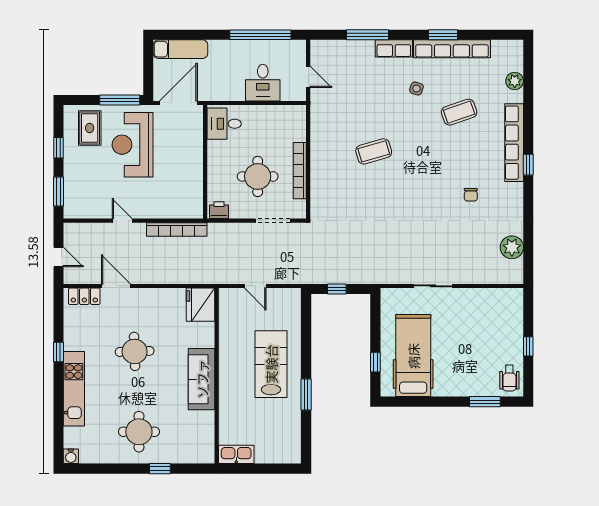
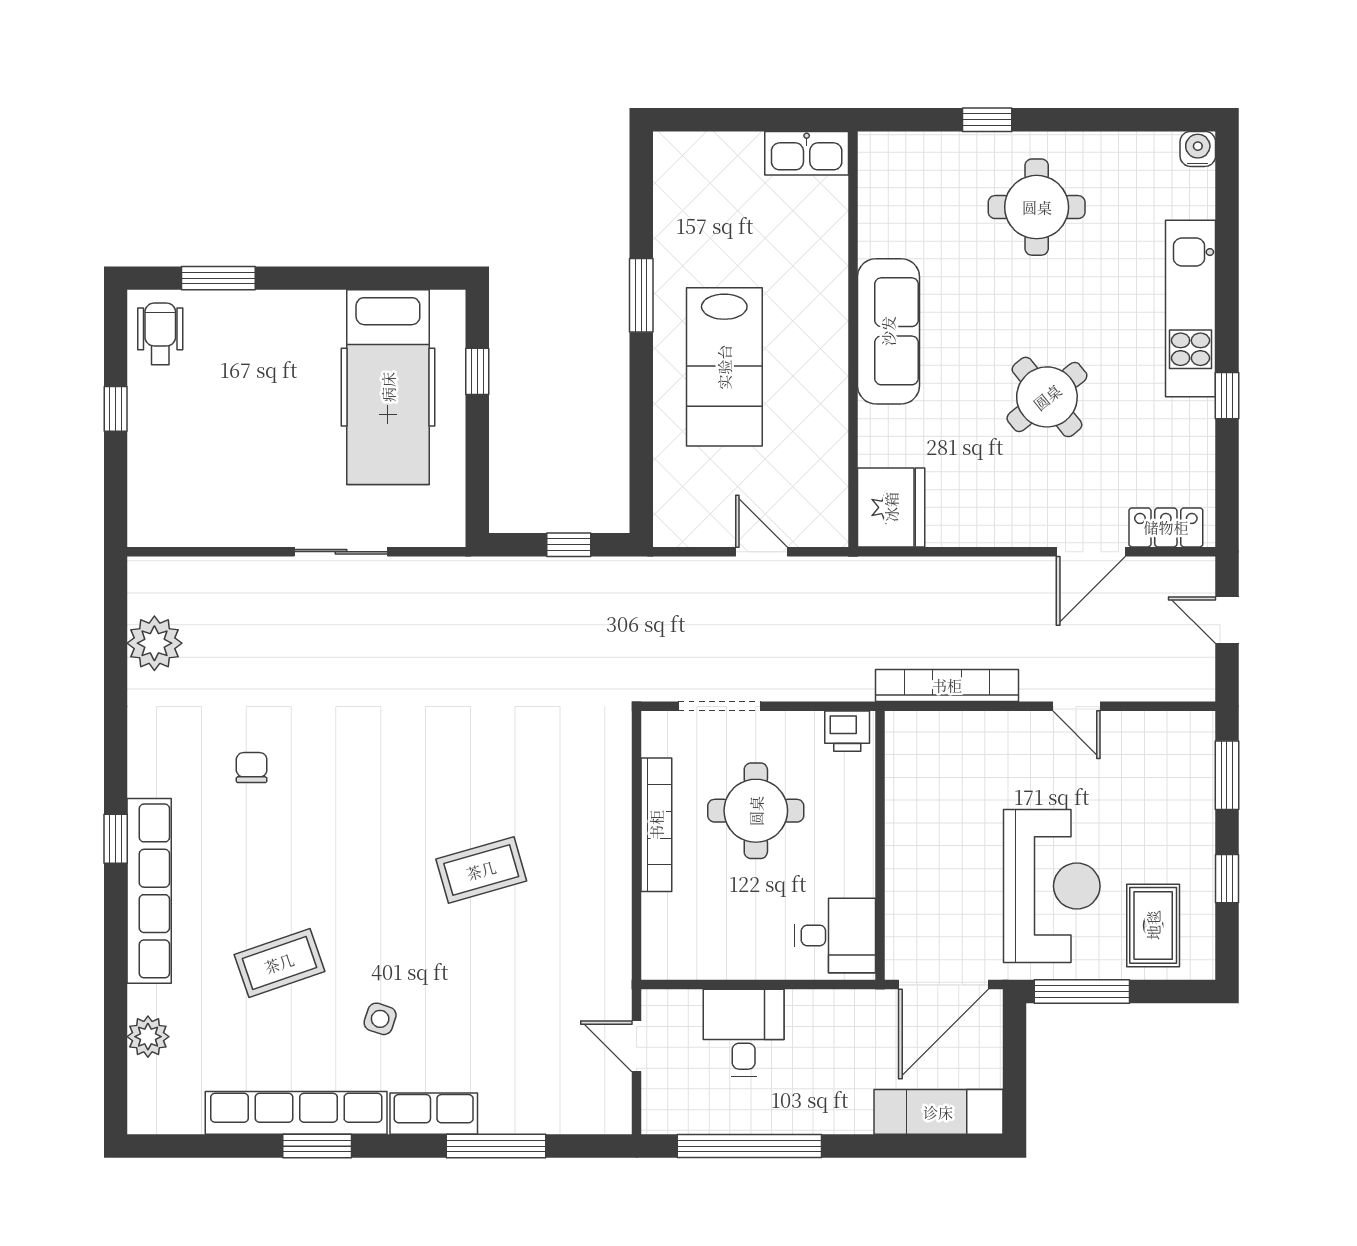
door: (116, 286) -> (1091, 552), hinge flipped
round table: (135, 351) -> (1047, 397), turned -37

